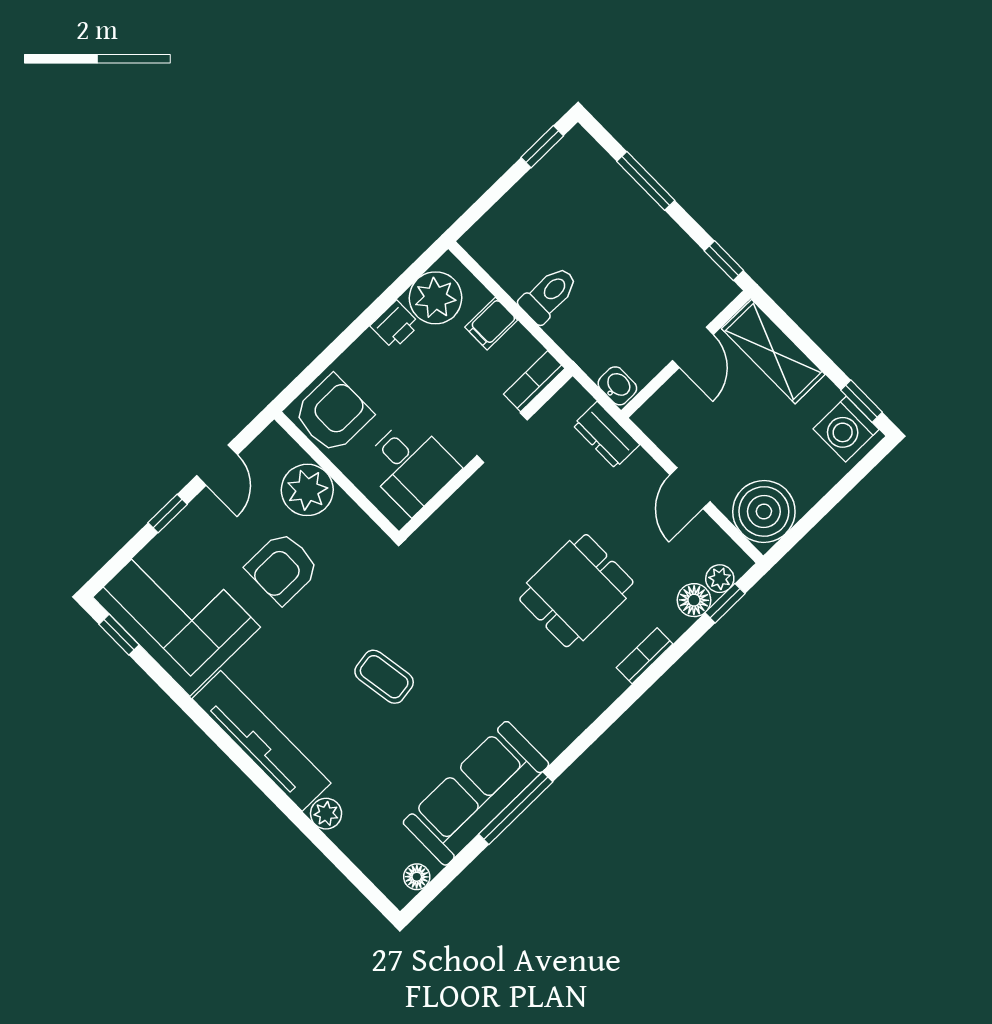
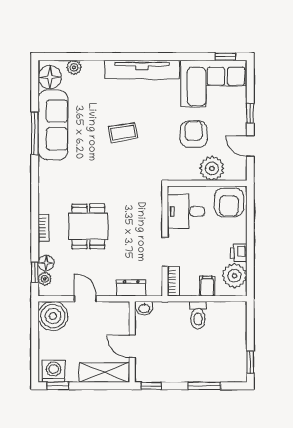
plant: (326, 814) -> (74, 67), moved
floor lamp: (417, 877) -> (50, 77), width x1.89, depth x1.89

